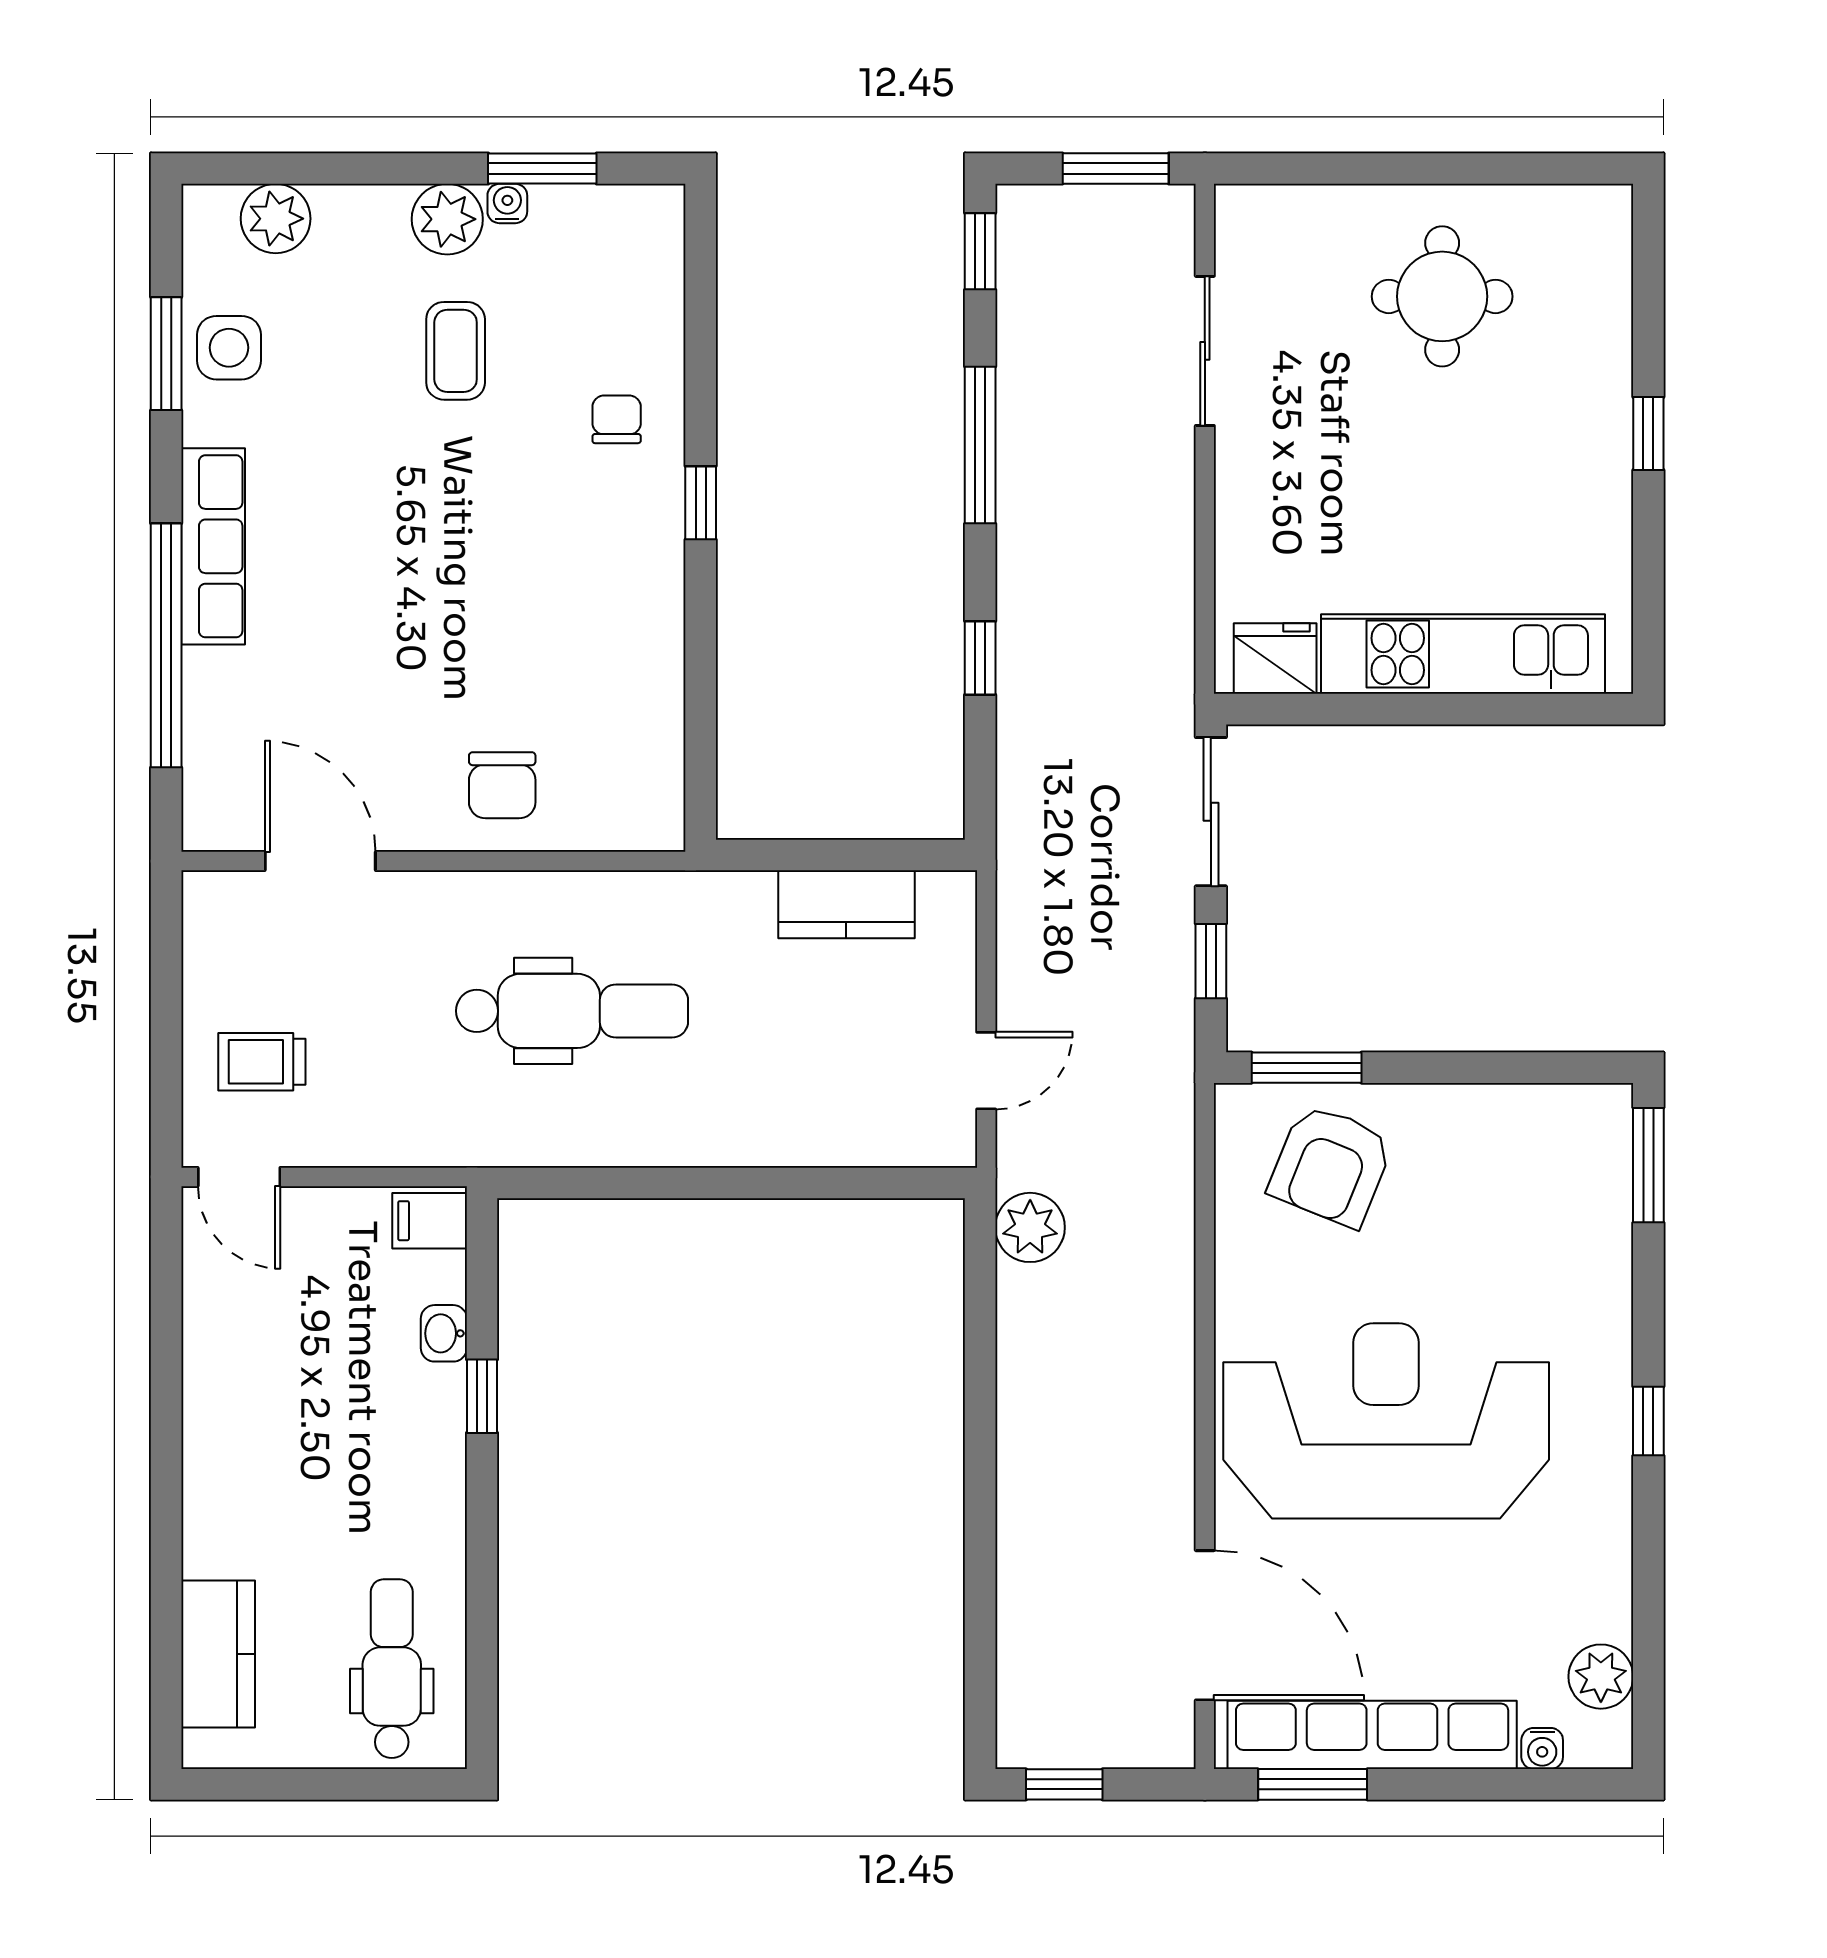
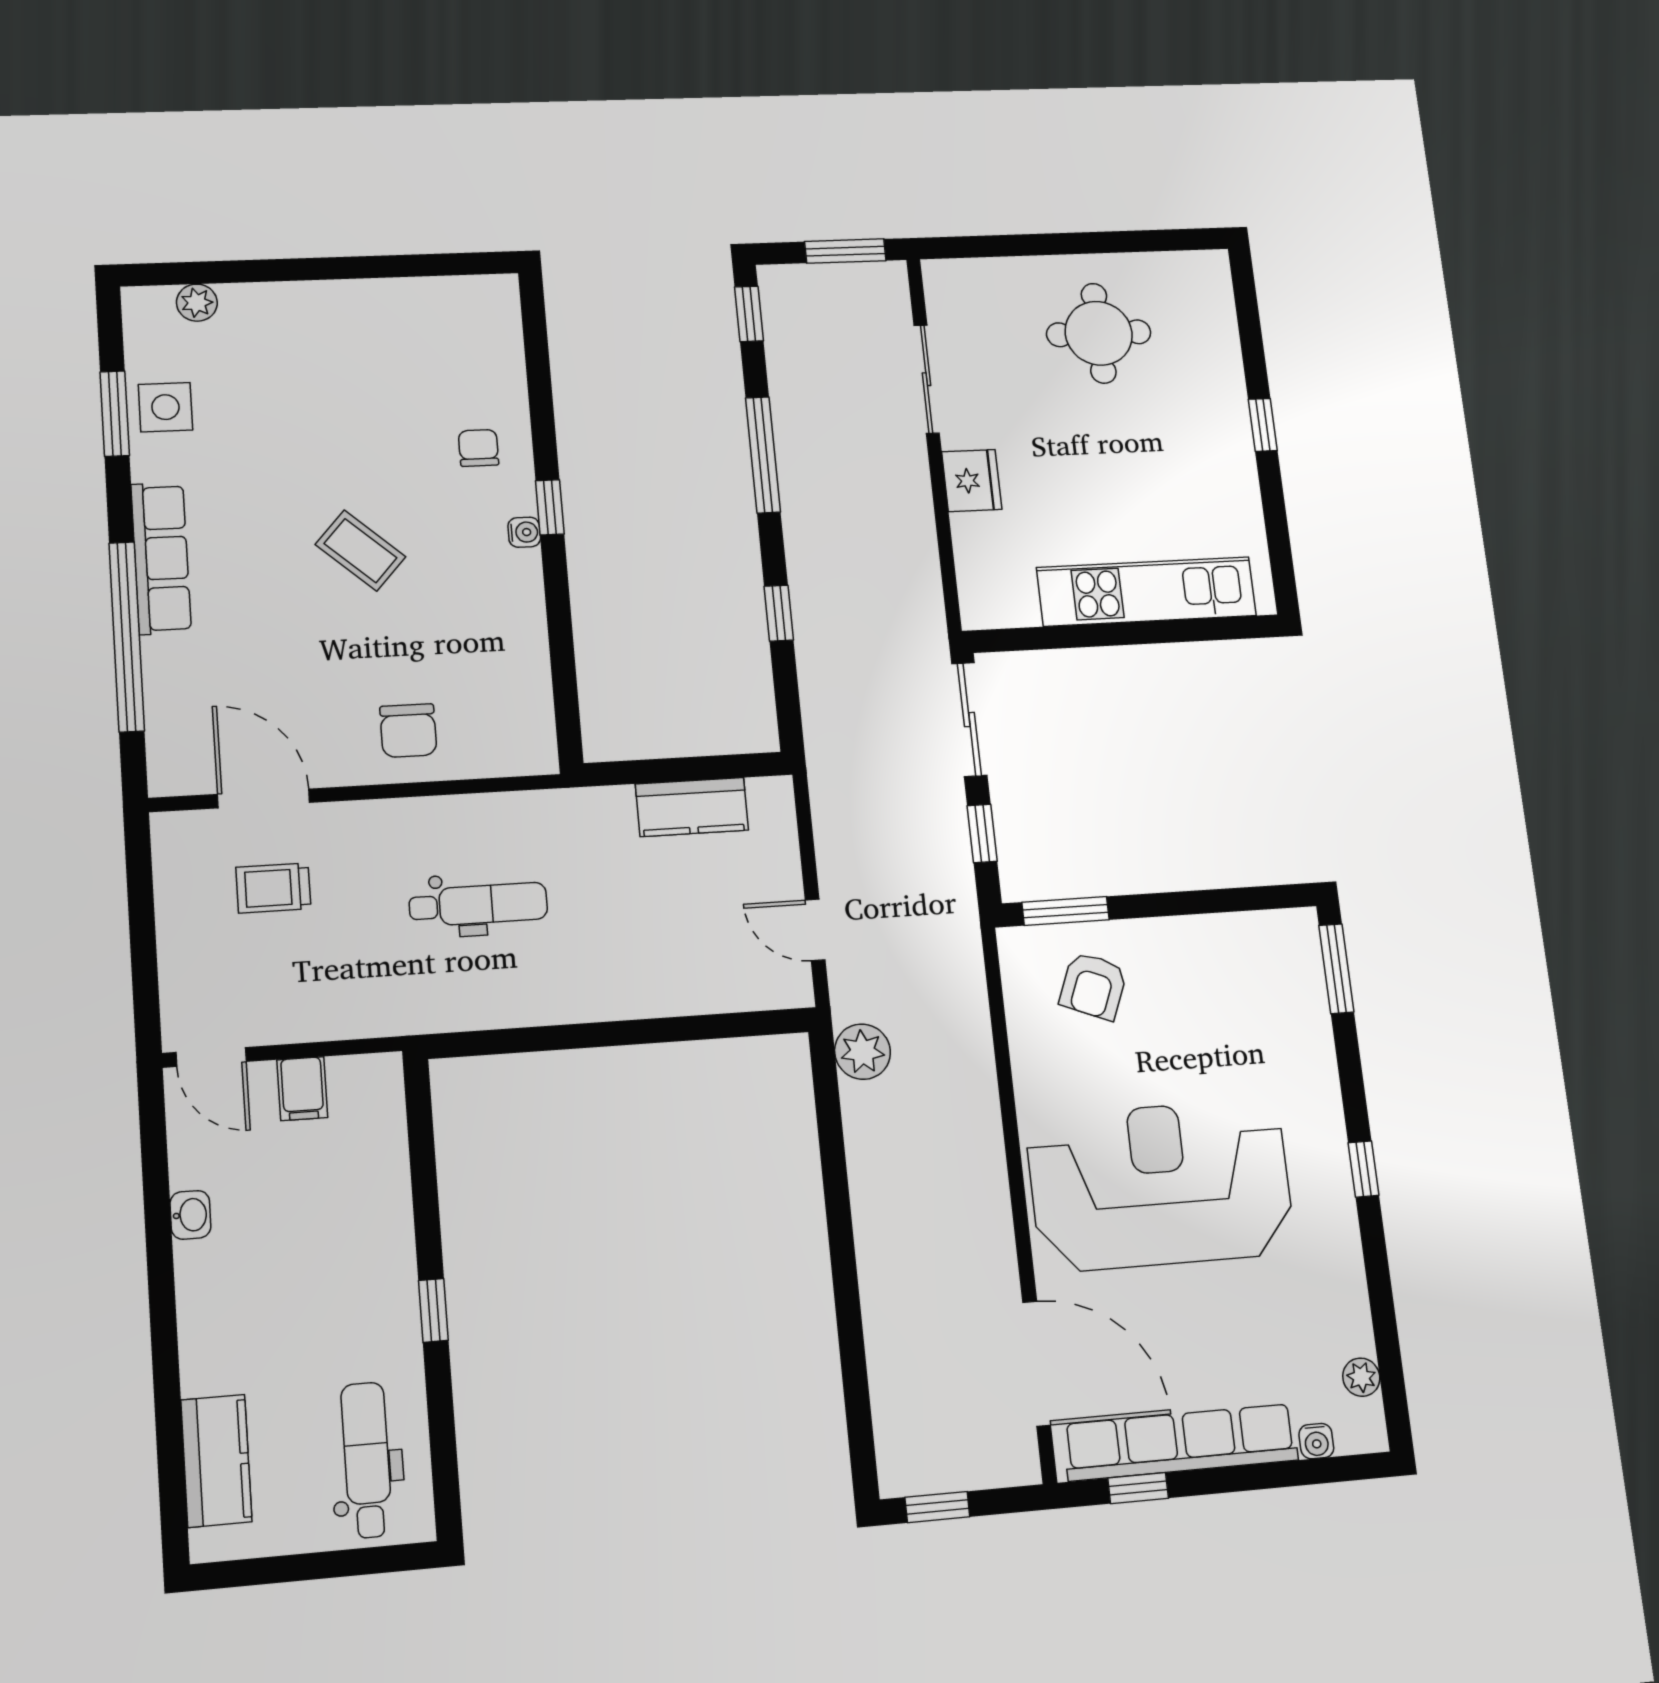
window: (542, 169) -> (406, 266), removed
water cooler: (507, 203) -> (524, 532), moved, turned 90
plant: (276, 219) -> (197, 303), width x0.73, depth x0.73
plant: (447, 219) -> (334, 305), removed
coffee table: (456, 351) -> (360, 551), moved, turned -48
fridge: (1275, 659) -> (972, 481), moved, turned 90
dental chair: (572, 1011) -> (478, 904), width x0.73, depth x0.72
trolley: (262, 1062) -> (273, 888), moved
door: (986, 1071) -> (815, 930), swing flipped
armchair: (1331, 1165) -> (1093, 986), width x0.72, depth x0.72
filing cabinet: (430, 1221) -> (302, 1089), moved, turned -90
washbasin: (444, 1333) -> (190, 1215), moved, turned 180
window: (482, 1396) -> (433, 1310), moved
plant: (1601, 1677) -> (1361, 1377), width x0.73, depth x0.73
window: (1313, 1784) -> (1138, 1488), width x0.67

